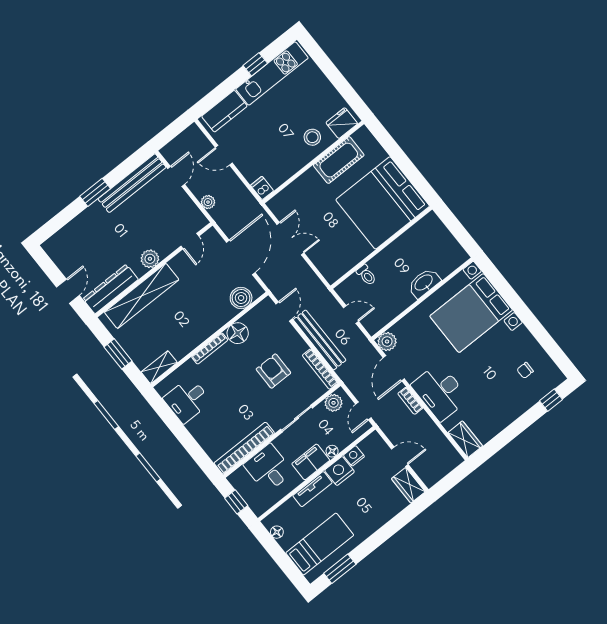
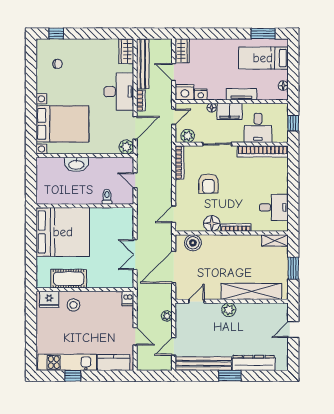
dresser: (111, 289) -> (254, 363), moved, turned 180
bench: (320, 340) -> (143, 64), moved
nightstand: (340, 471) -> (185, 92), moved

